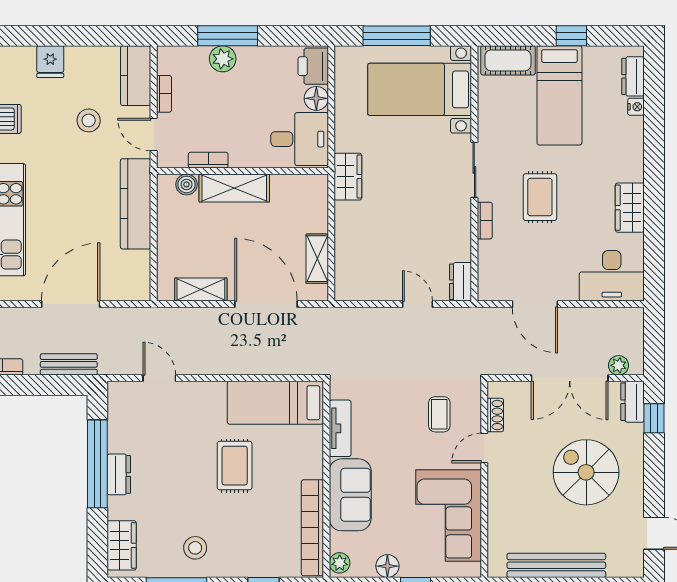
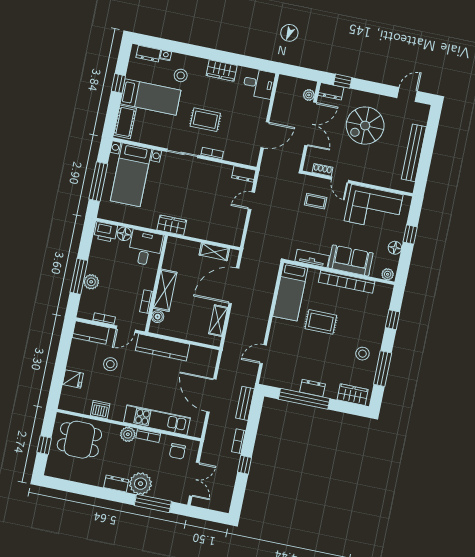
stool: (607, 139) -> (181, 75), added
desk: (612, 276) -> (259, 84), width x0.73
bookcase: (312, 528) -> (347, 282), moved

